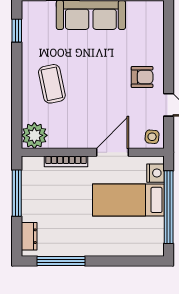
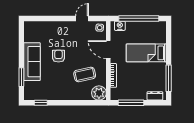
armchair: (142, 77) -> (58, 56), moved
coffee table: (52, 84) -> (85, 74), moved
bed: (128, 200) -> (146, 53), moved, turned 90

